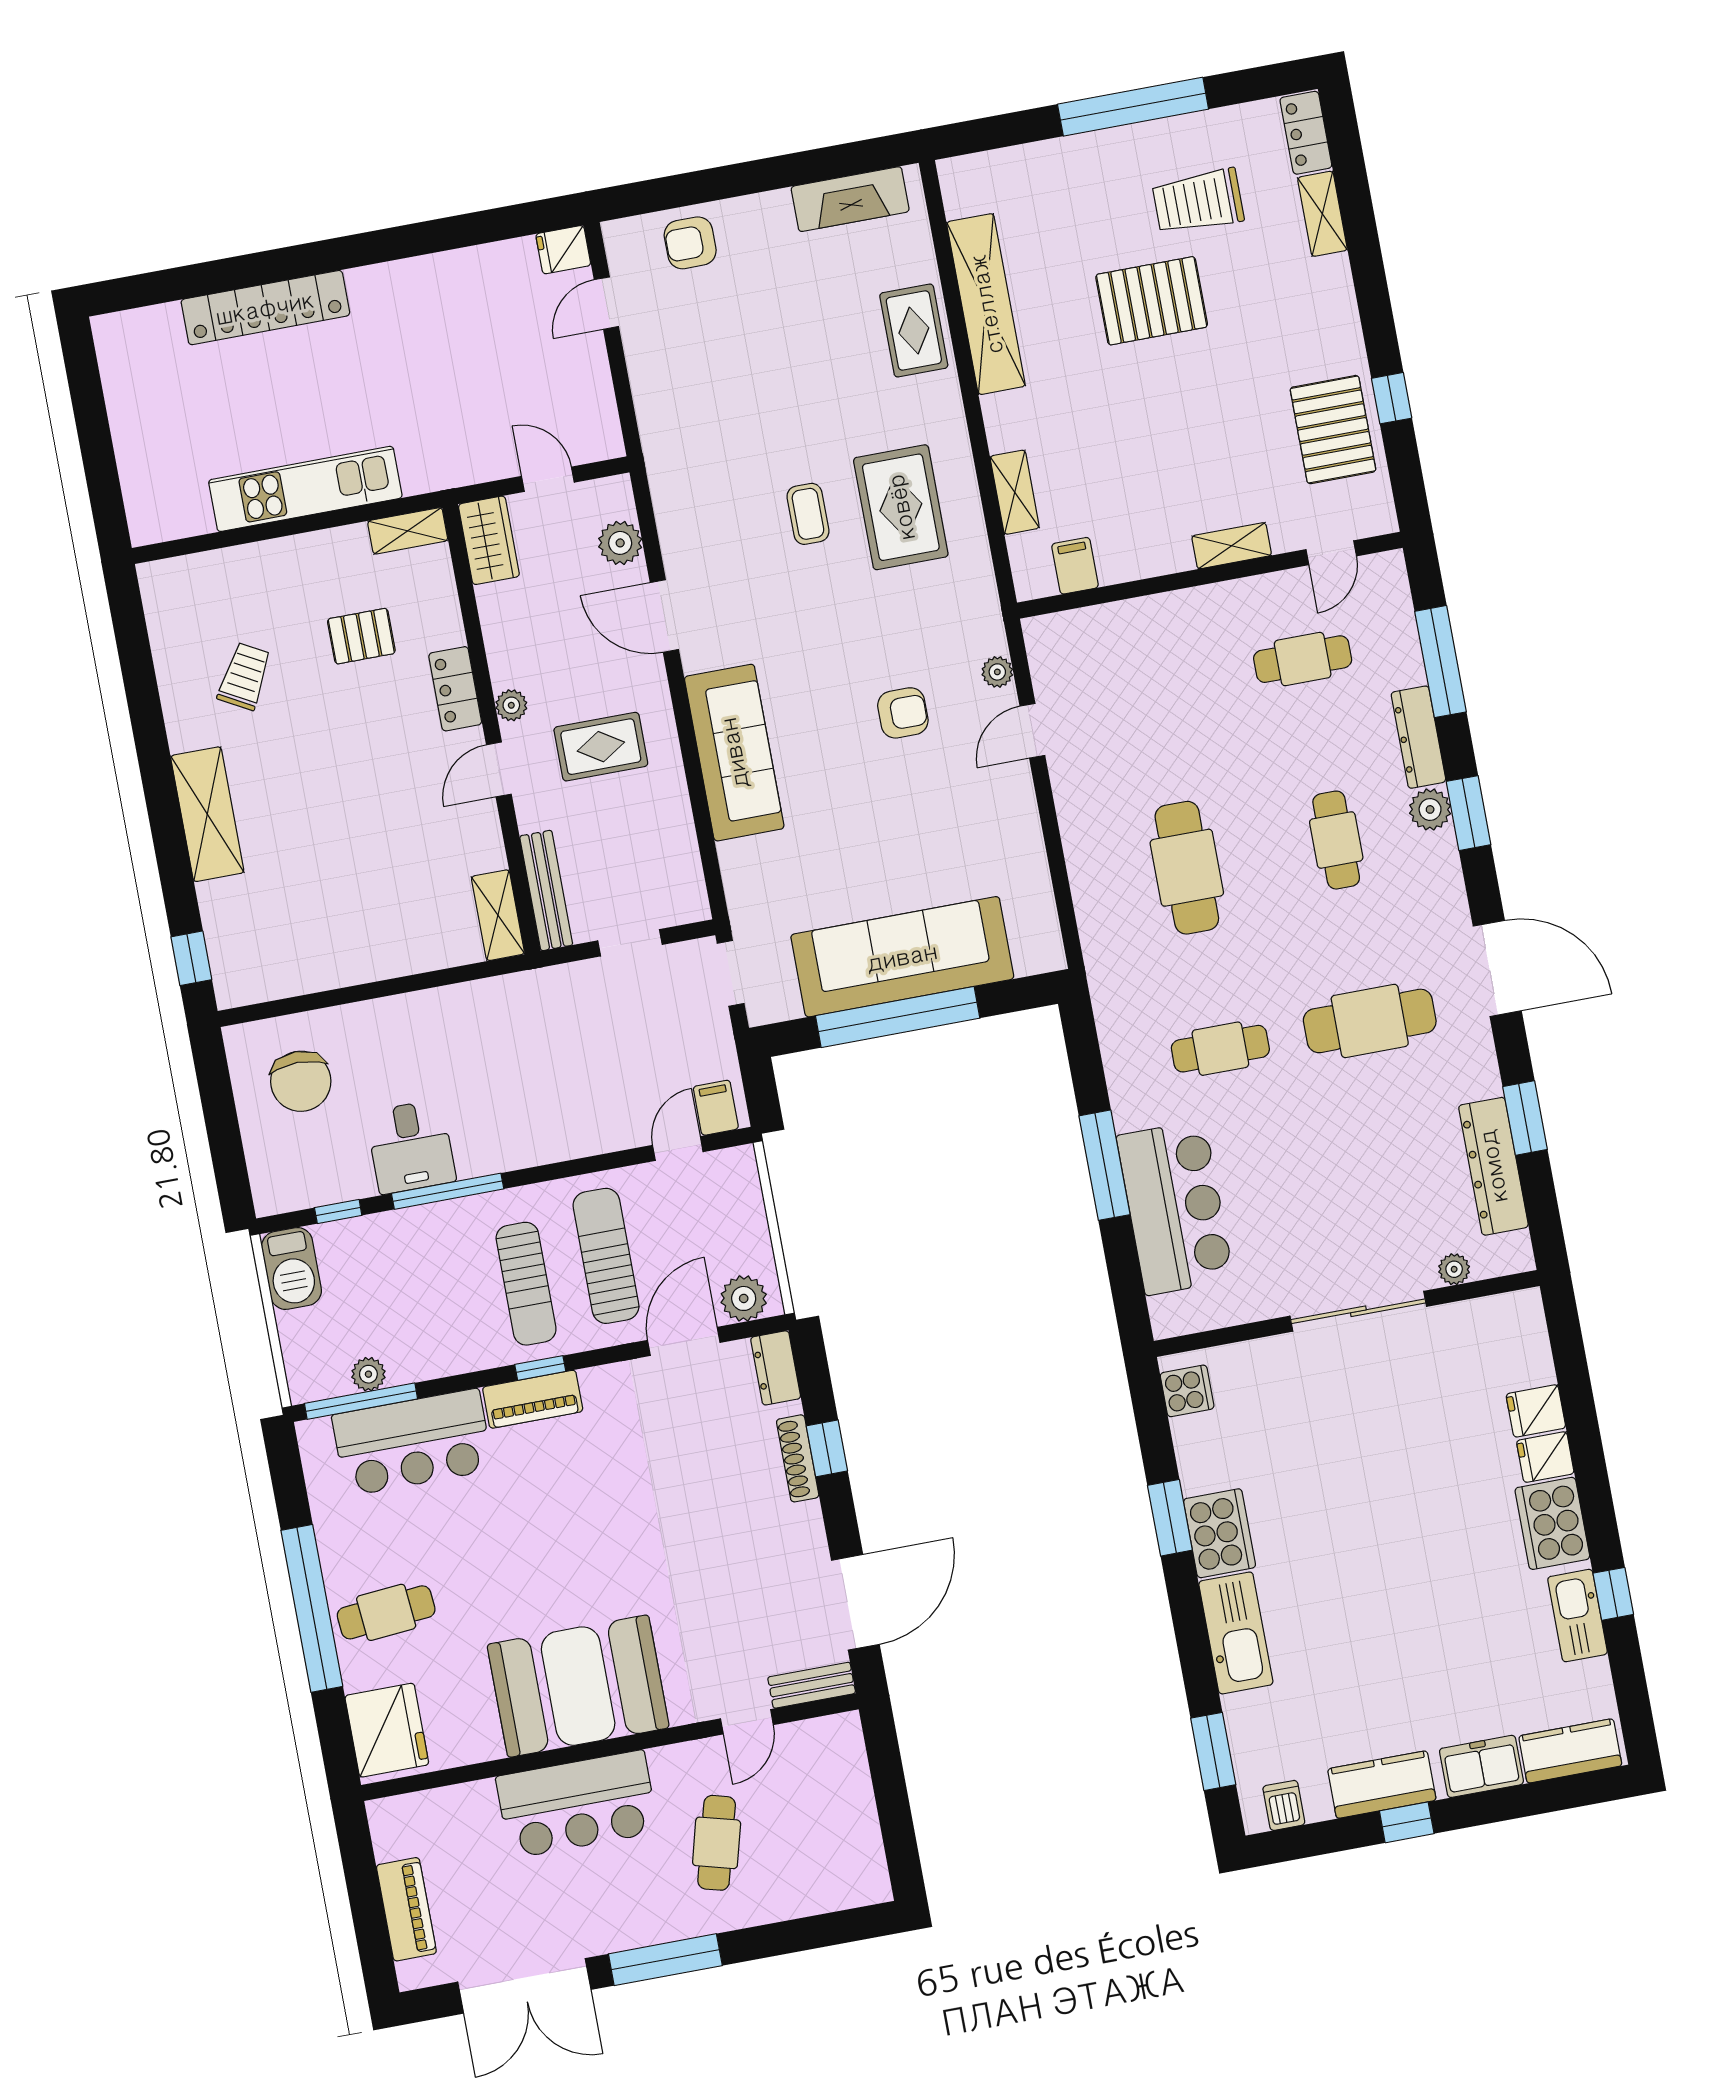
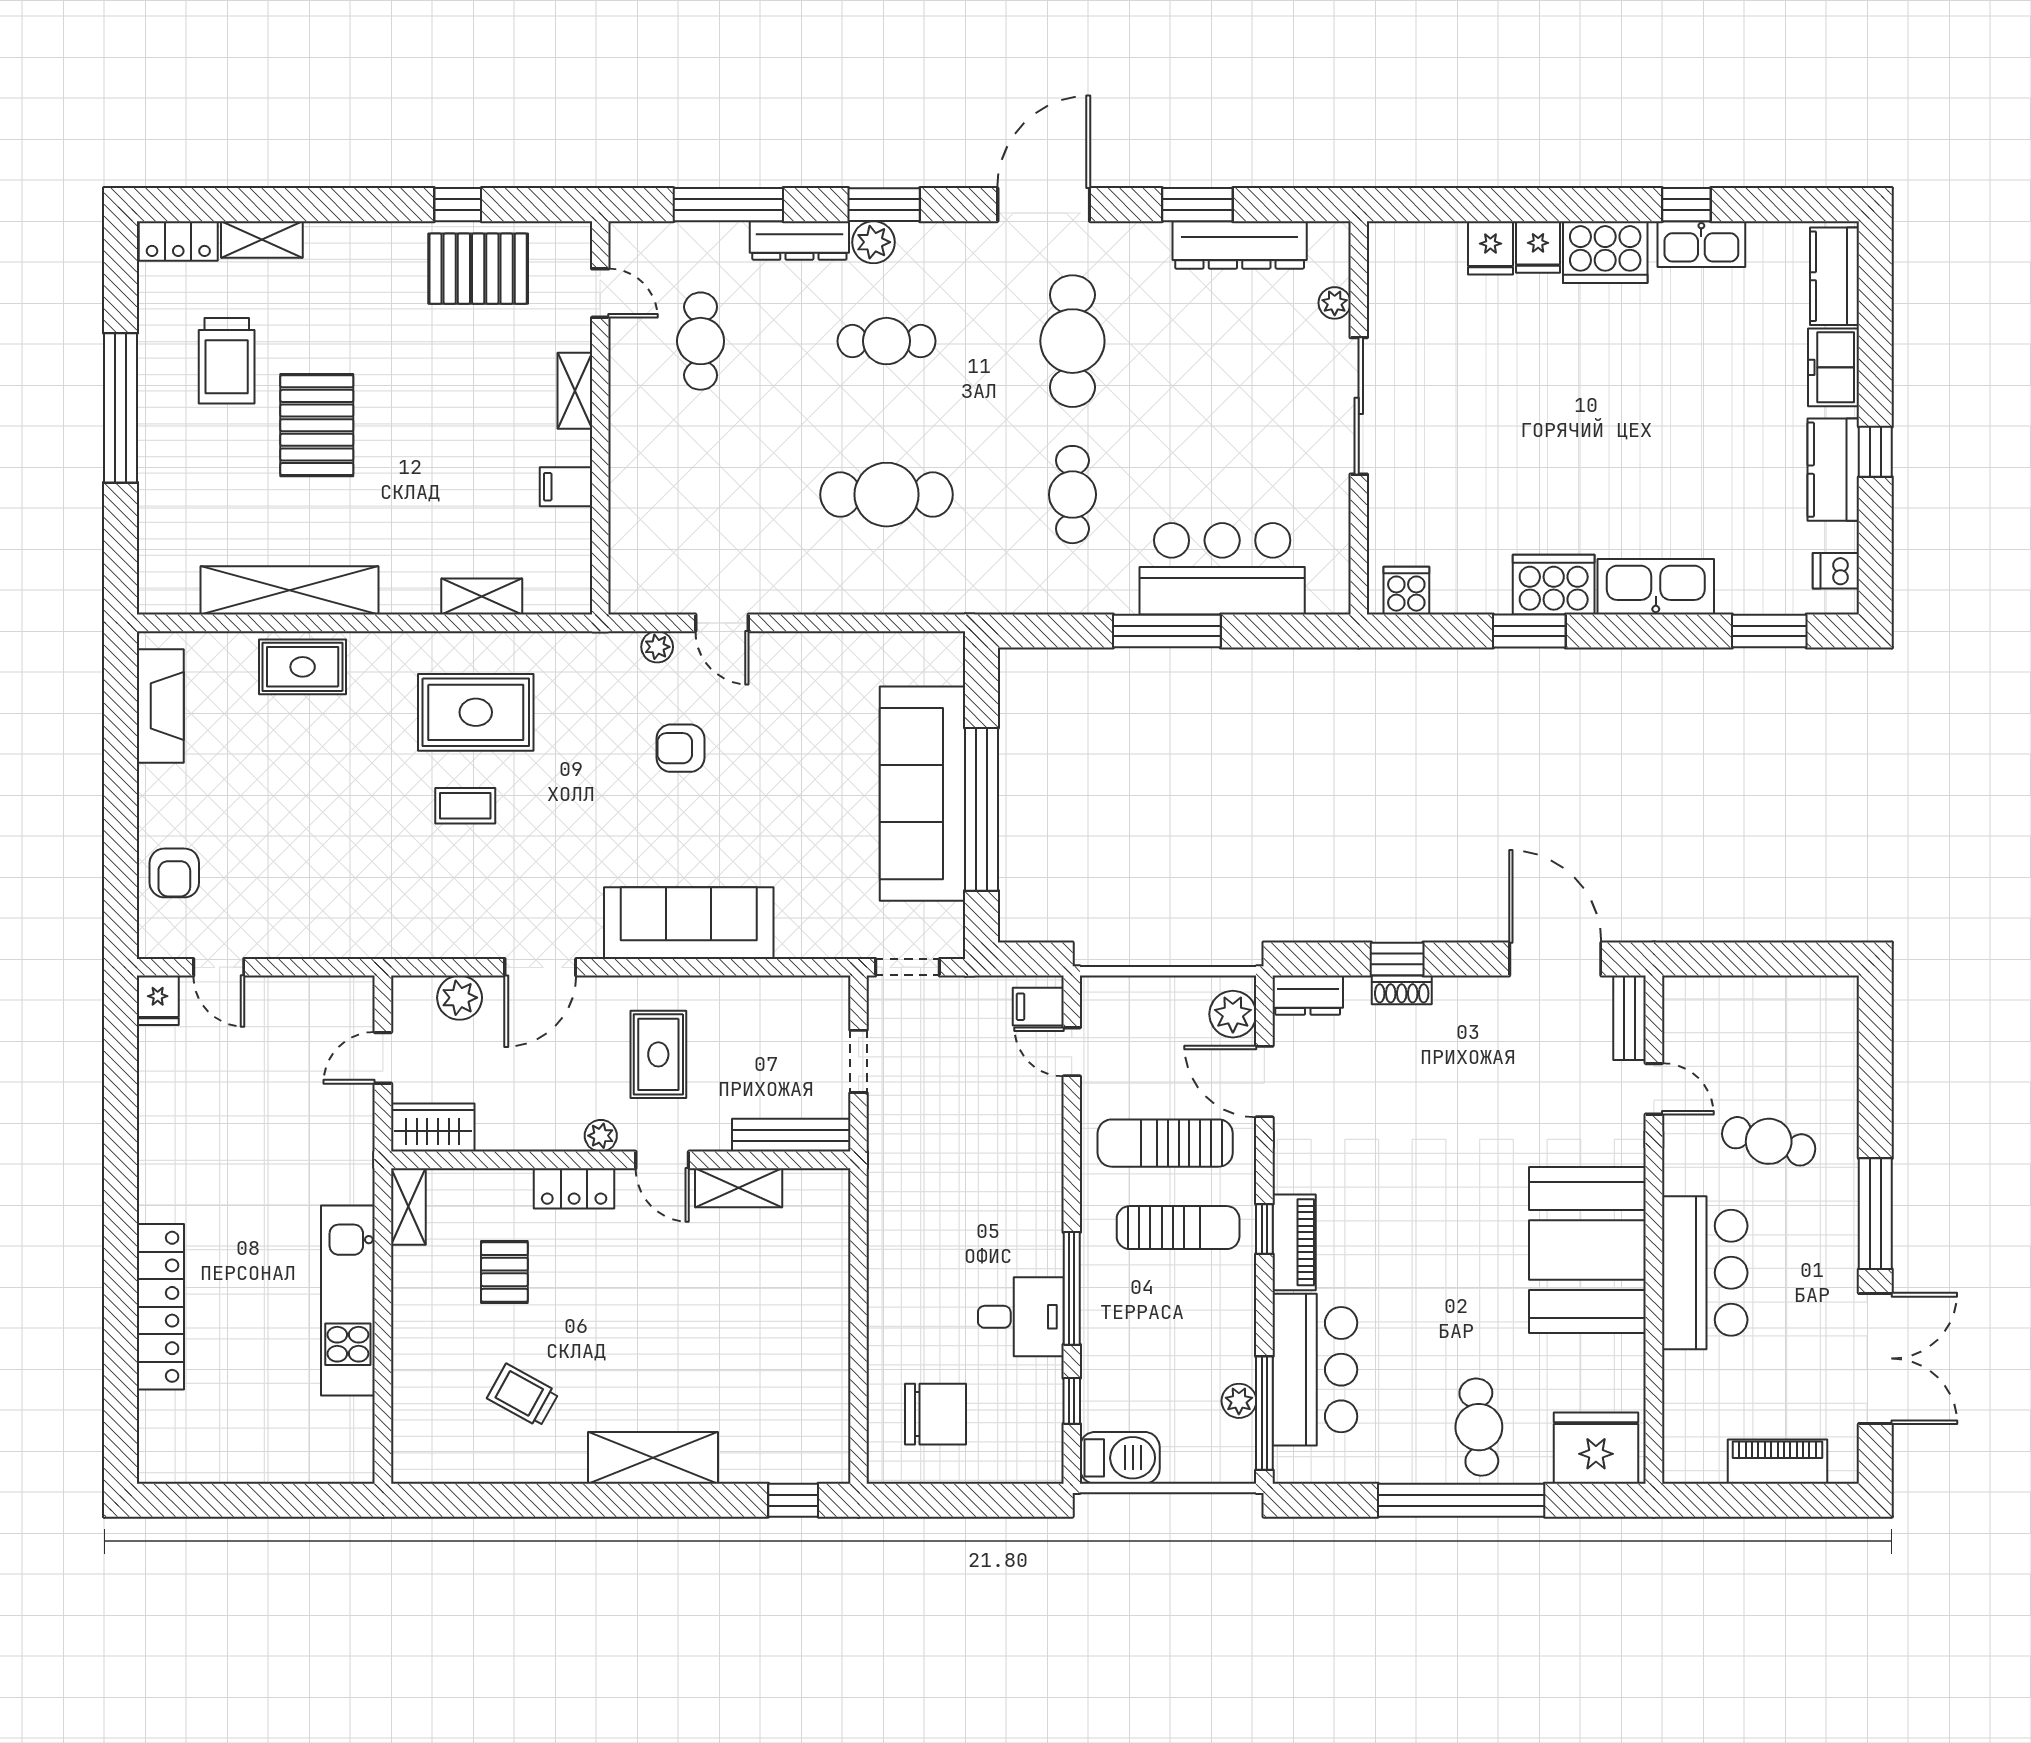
filing cabinet: (1075, 566) -> (566, 487), moved
armchair: (903, 713) -> (680, 748), turned -90
shelving: (498, 915) -> (739, 1188), moved
shoe rack: (798, 1458) -> (1402, 990), width x0.70

